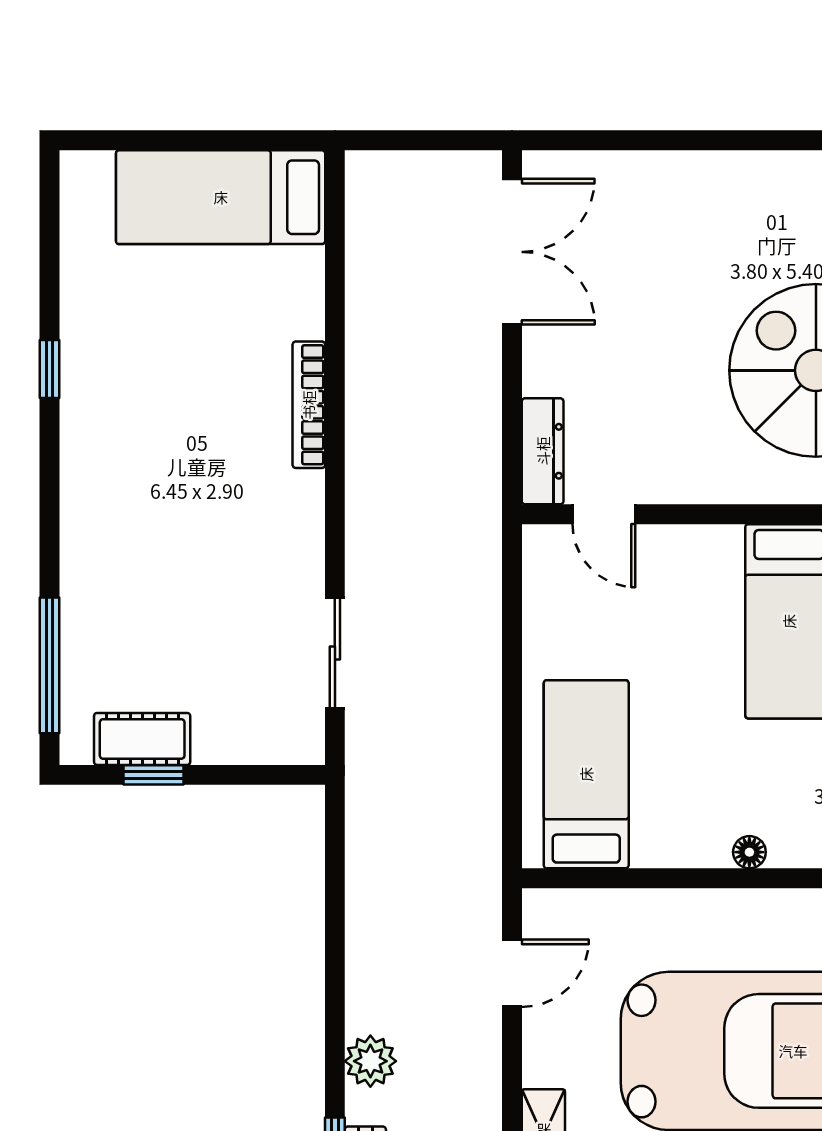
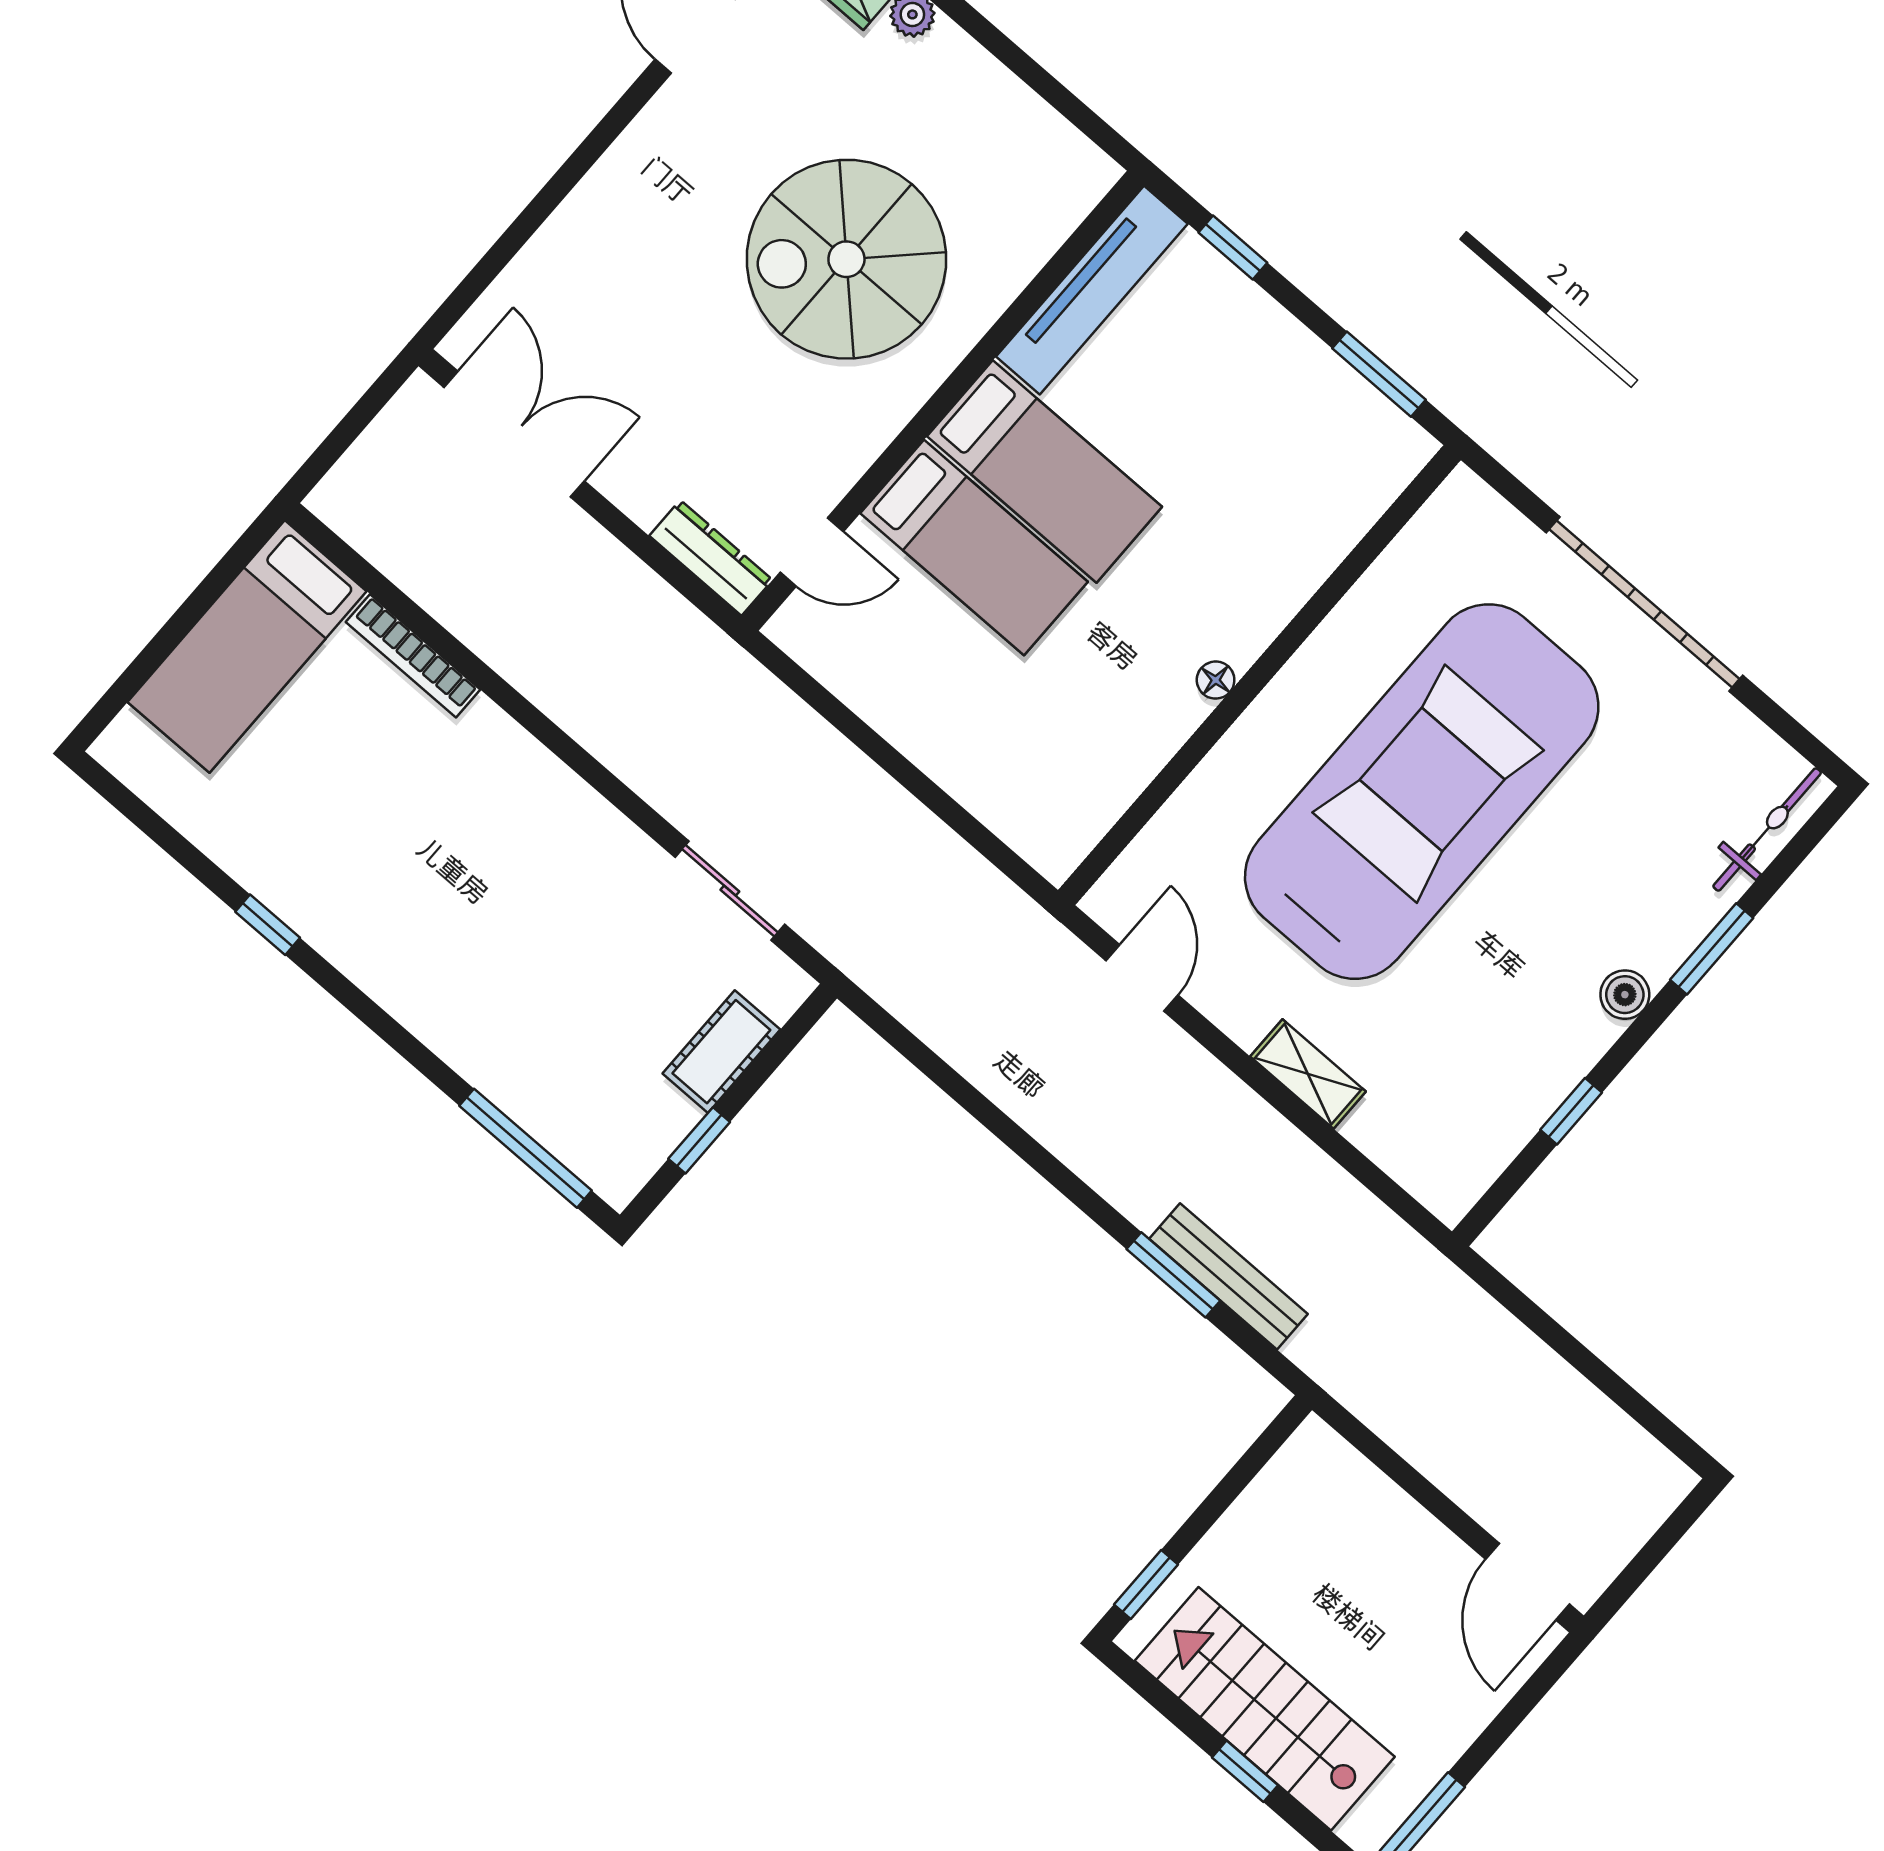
bookcase: (309, 405) -> (413, 656), moved
cot: (142, 739) -> (721, 1052), moved
bed: (586, 774) -> (974, 548), moved, turned 180
plant: (370, 1061) -> (1112, 1167), removed

